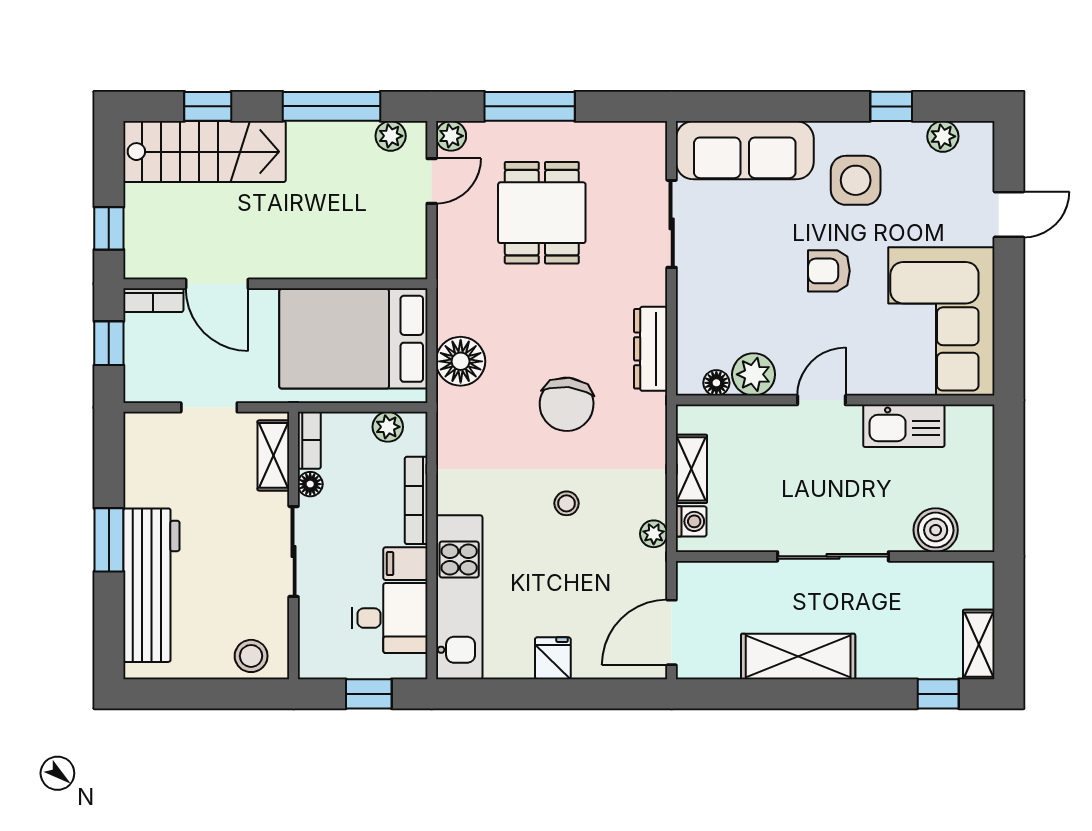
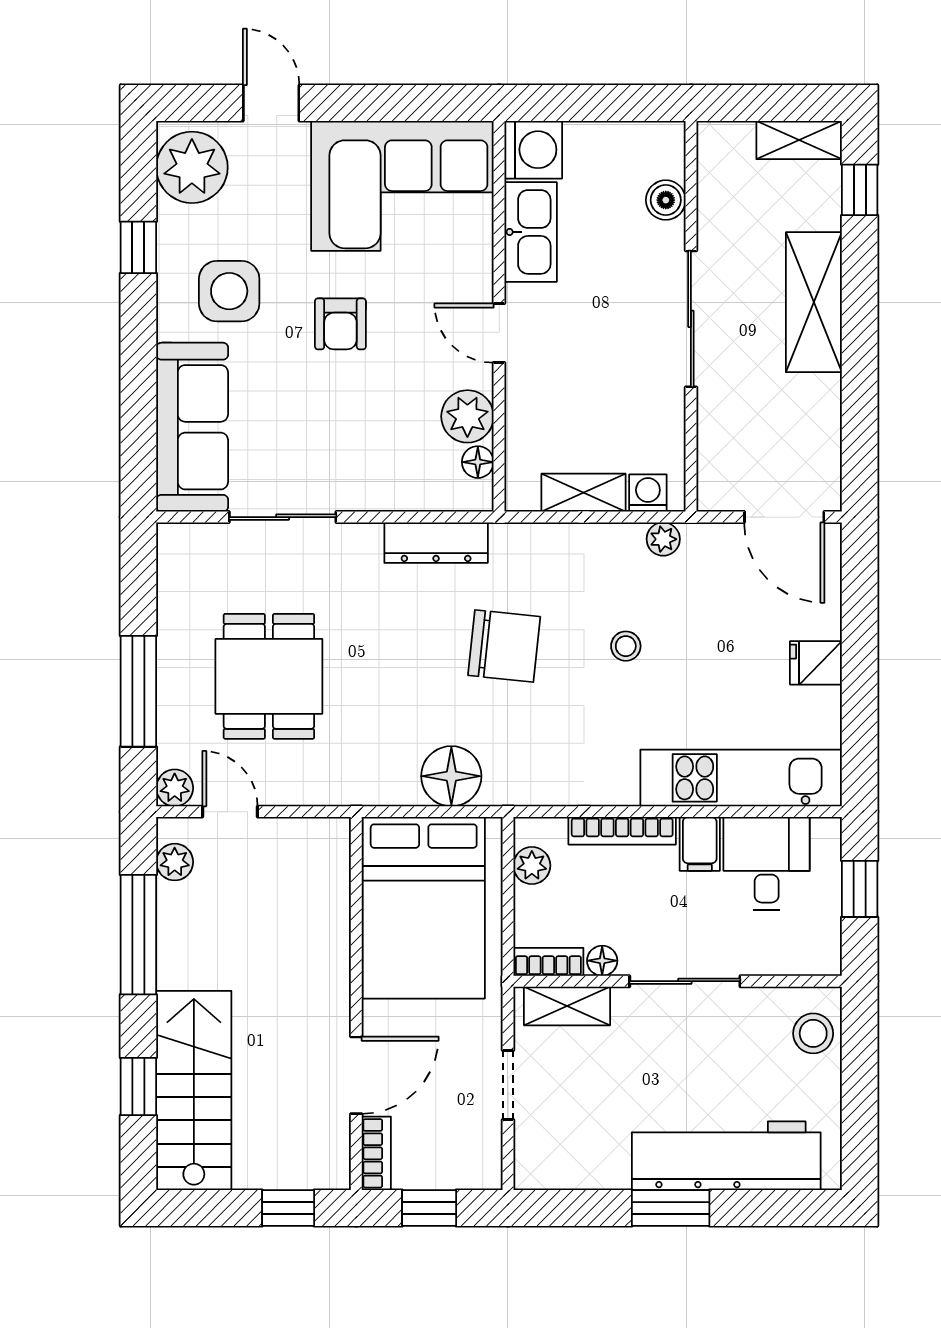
plant: (943, 136) -> (192, 167), width x1.88, depth x1.88
dining table: (542, 213) -> (269, 676), turned 90
washing machine: (971, 428) -> (533, 150), added
boiler: (936, 530) -> (666, 200), width x0.73, depth x0.73
shelving: (798, 656) -> (814, 302), moved

